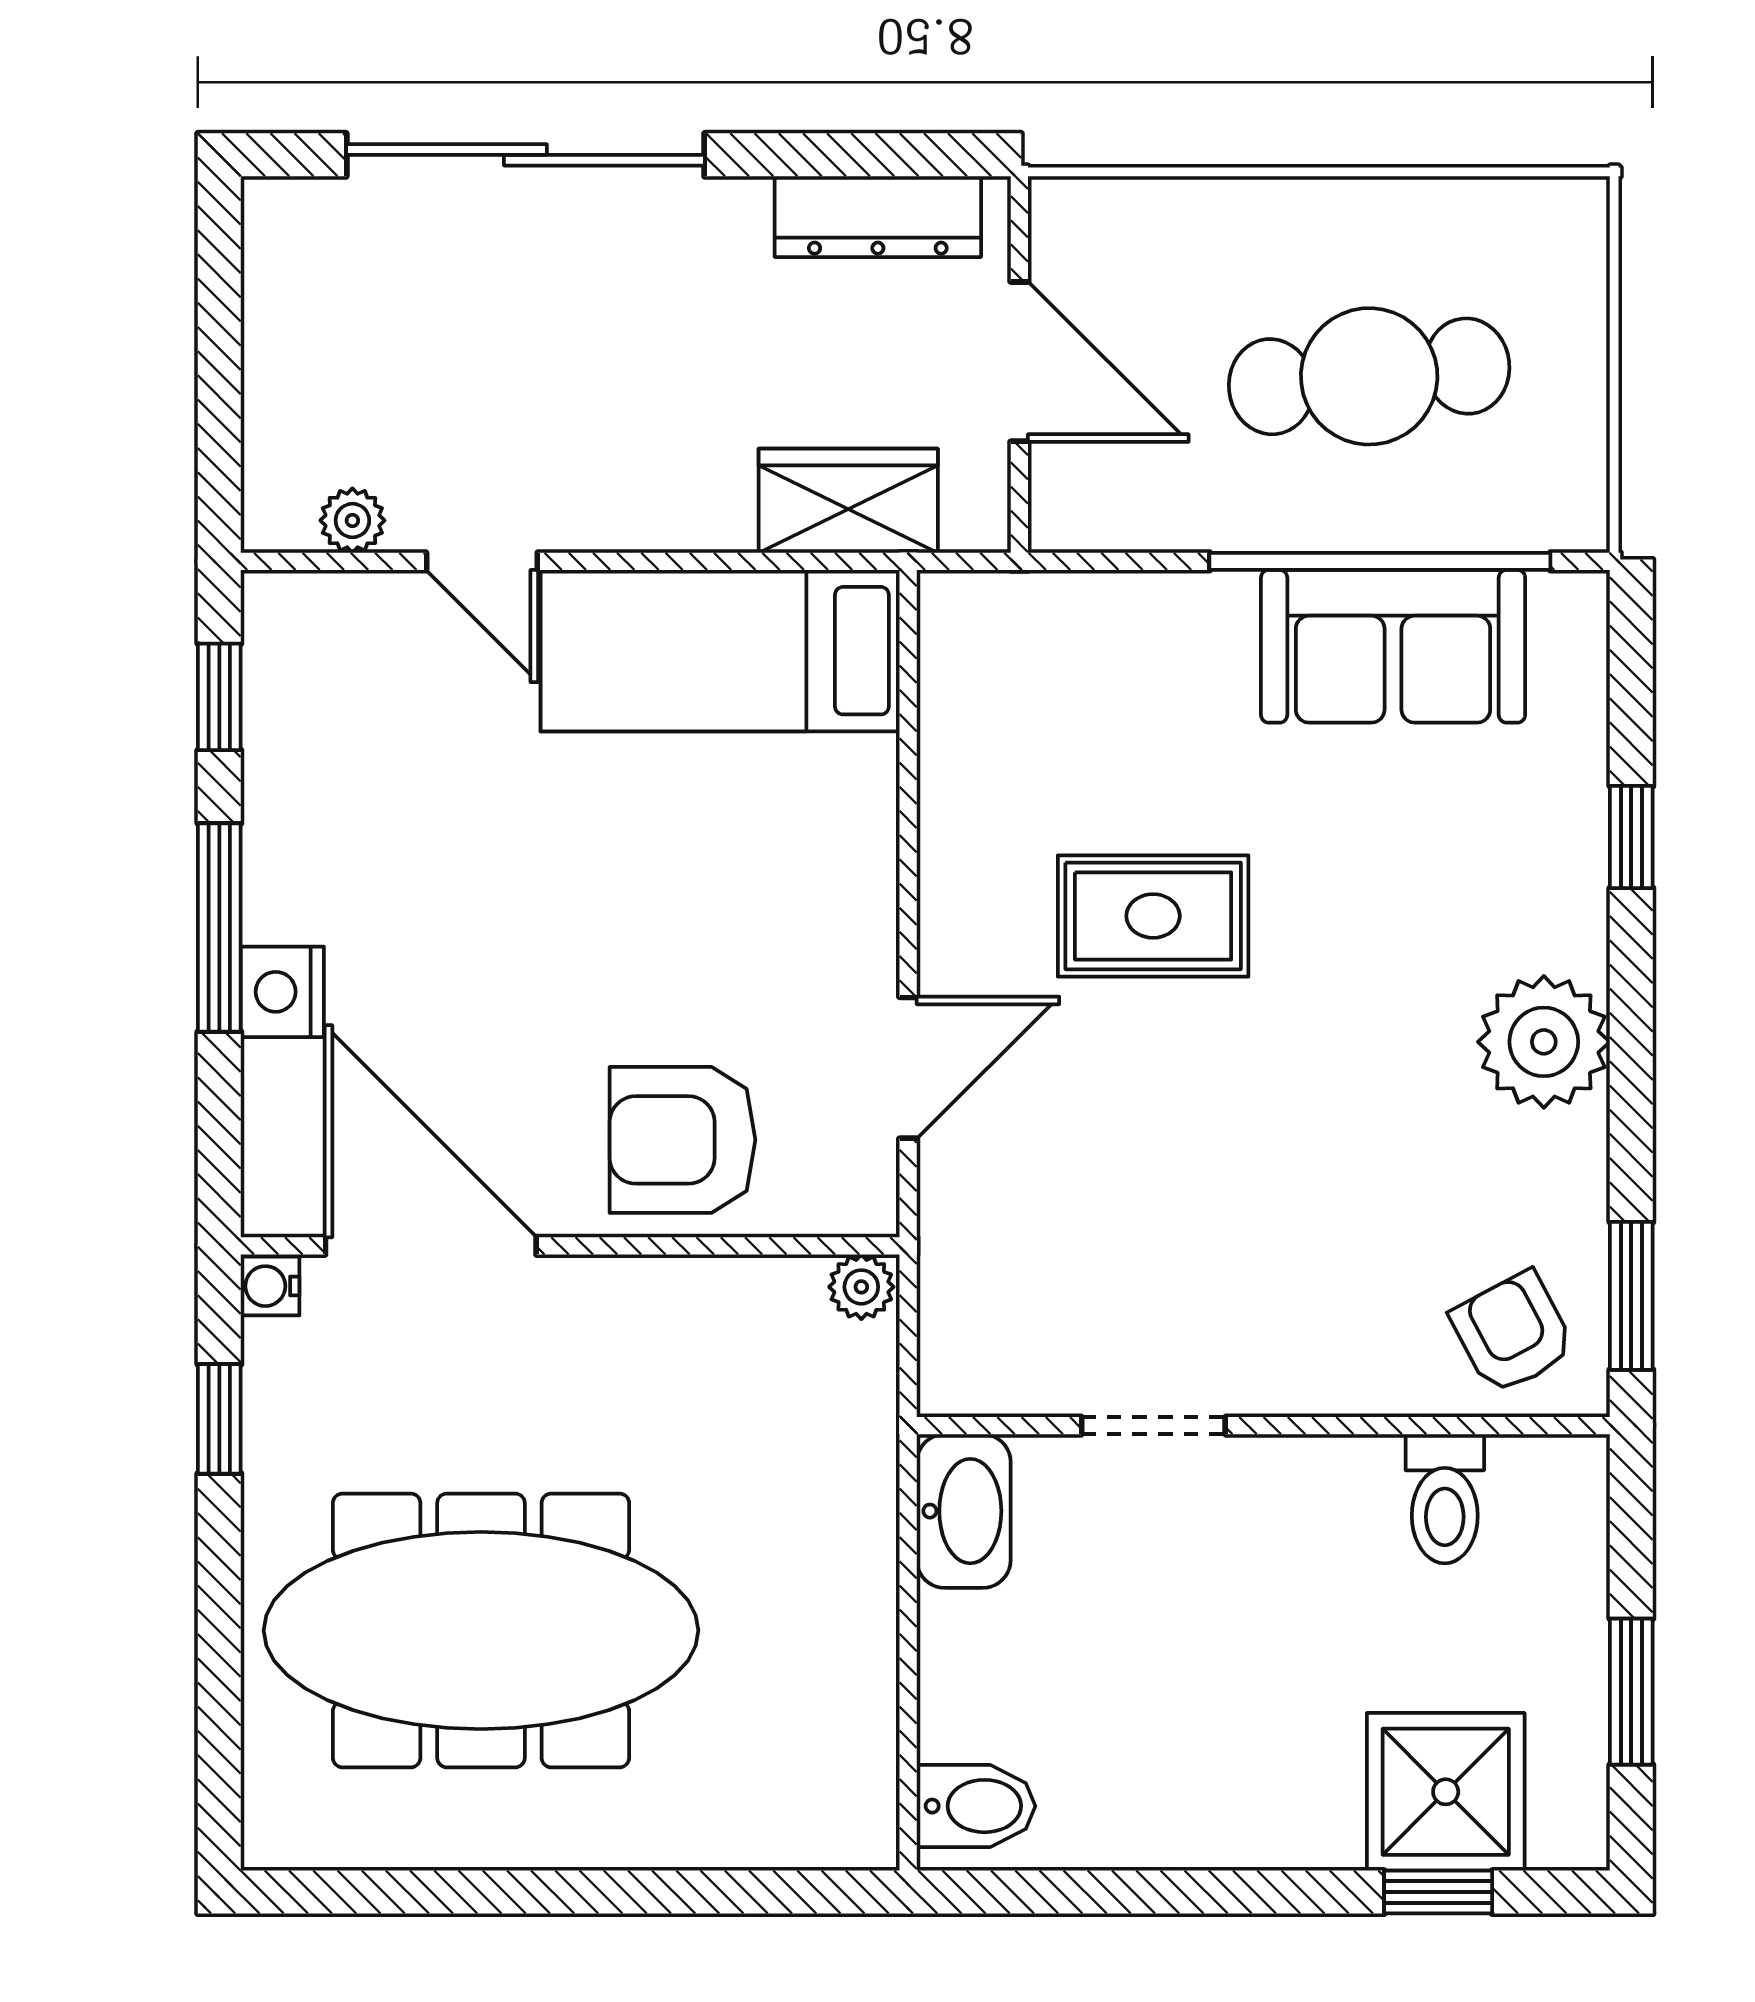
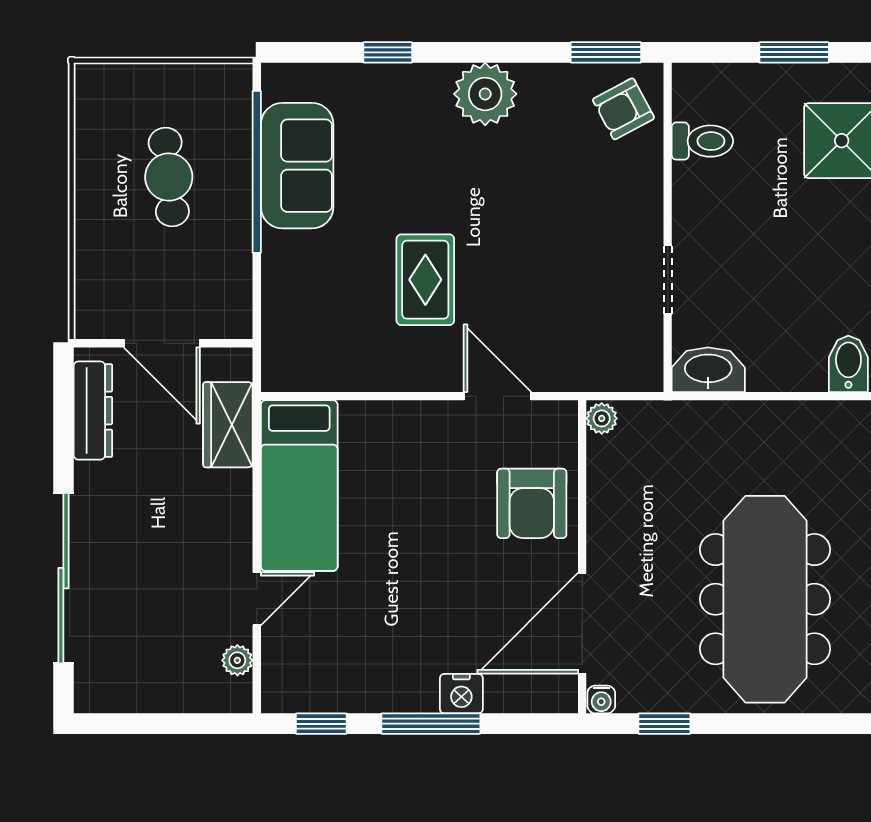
door: (1019, 362) -> (162, 343), swing flipped
cafe table: (1369, 376) -> (169, 177), width x0.73, depth x0.74

